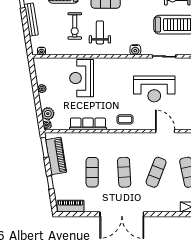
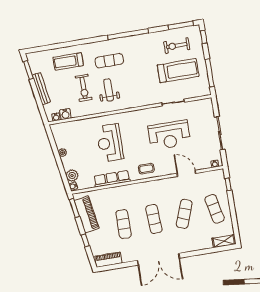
water cooler: (135, 50) -> (65, 114), moved
reception desk: (82, 78) -> (110, 143), moved

